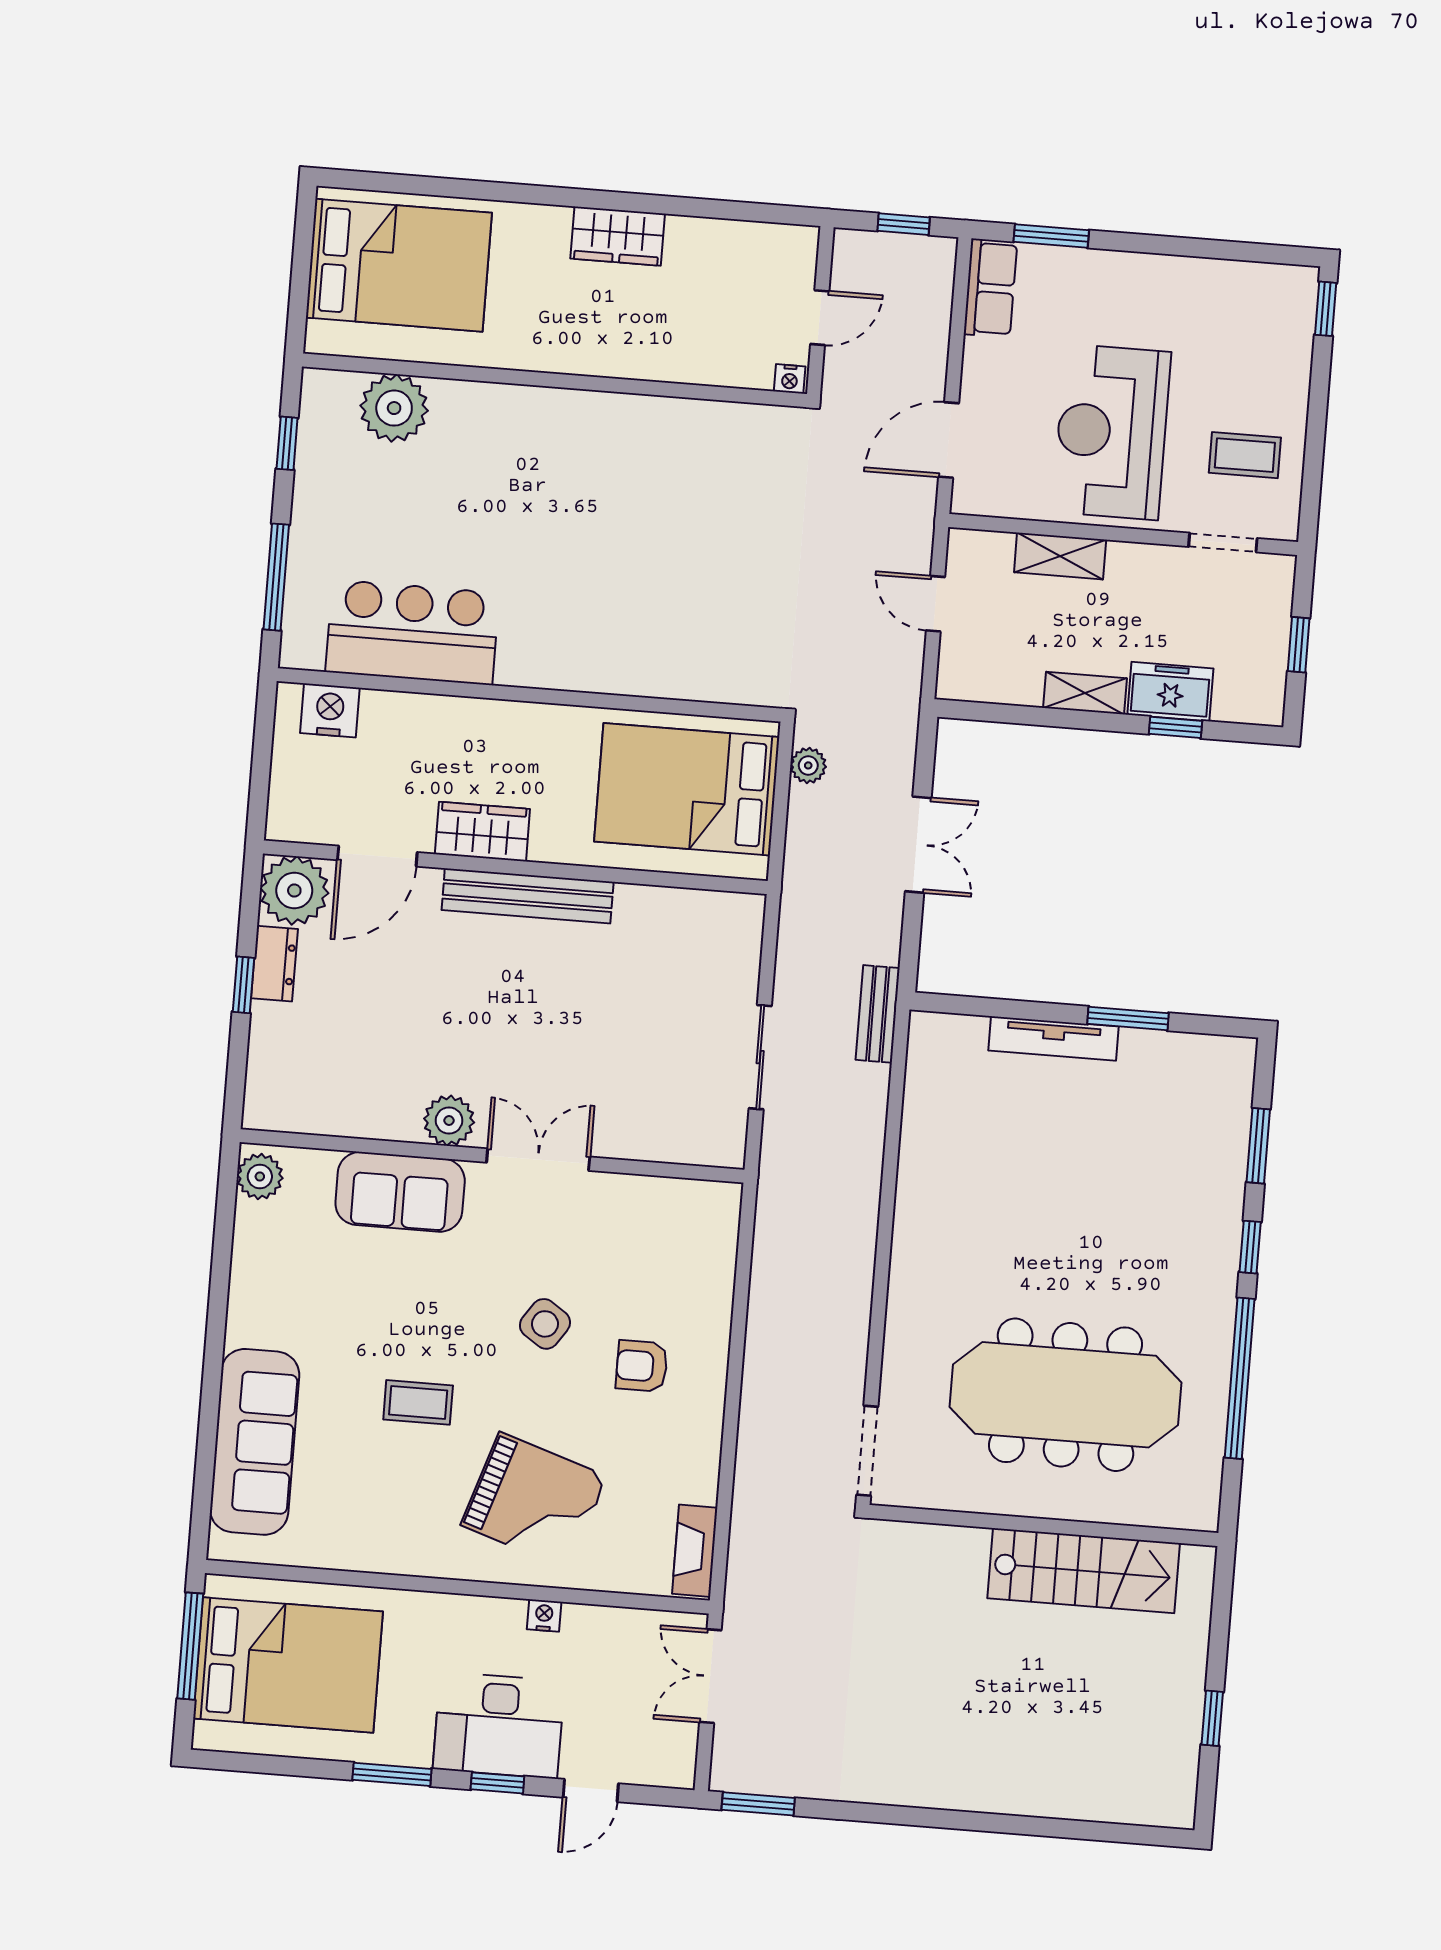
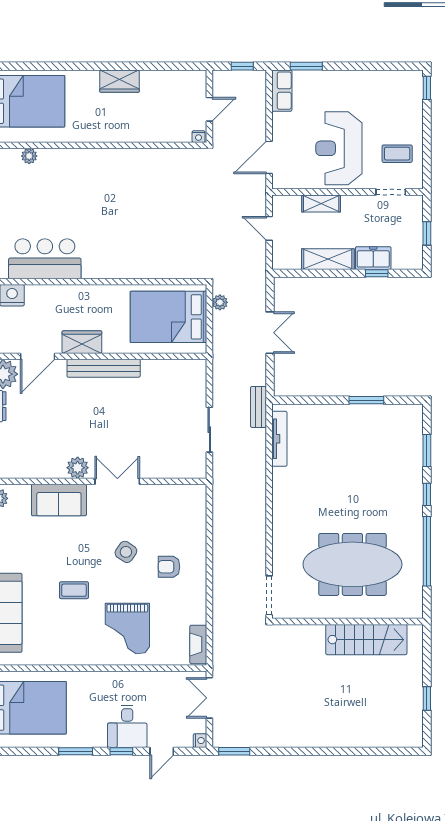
plant: (394, 408) -> (29, 156), width x0.53, depth x0.53
shelving: (1085, 693) -> (328, 259), width x1.50, depth x1.33
tv unit: (1053, 1039) -> (279, 439), moved, turned -90
grand piano: (534, 1501) -> (127, 628), turned 72
nightstand: (544, 1615) -> (200, 741), moved, turned 90
desk: (499, 1725) -> (127, 726), width x0.73

